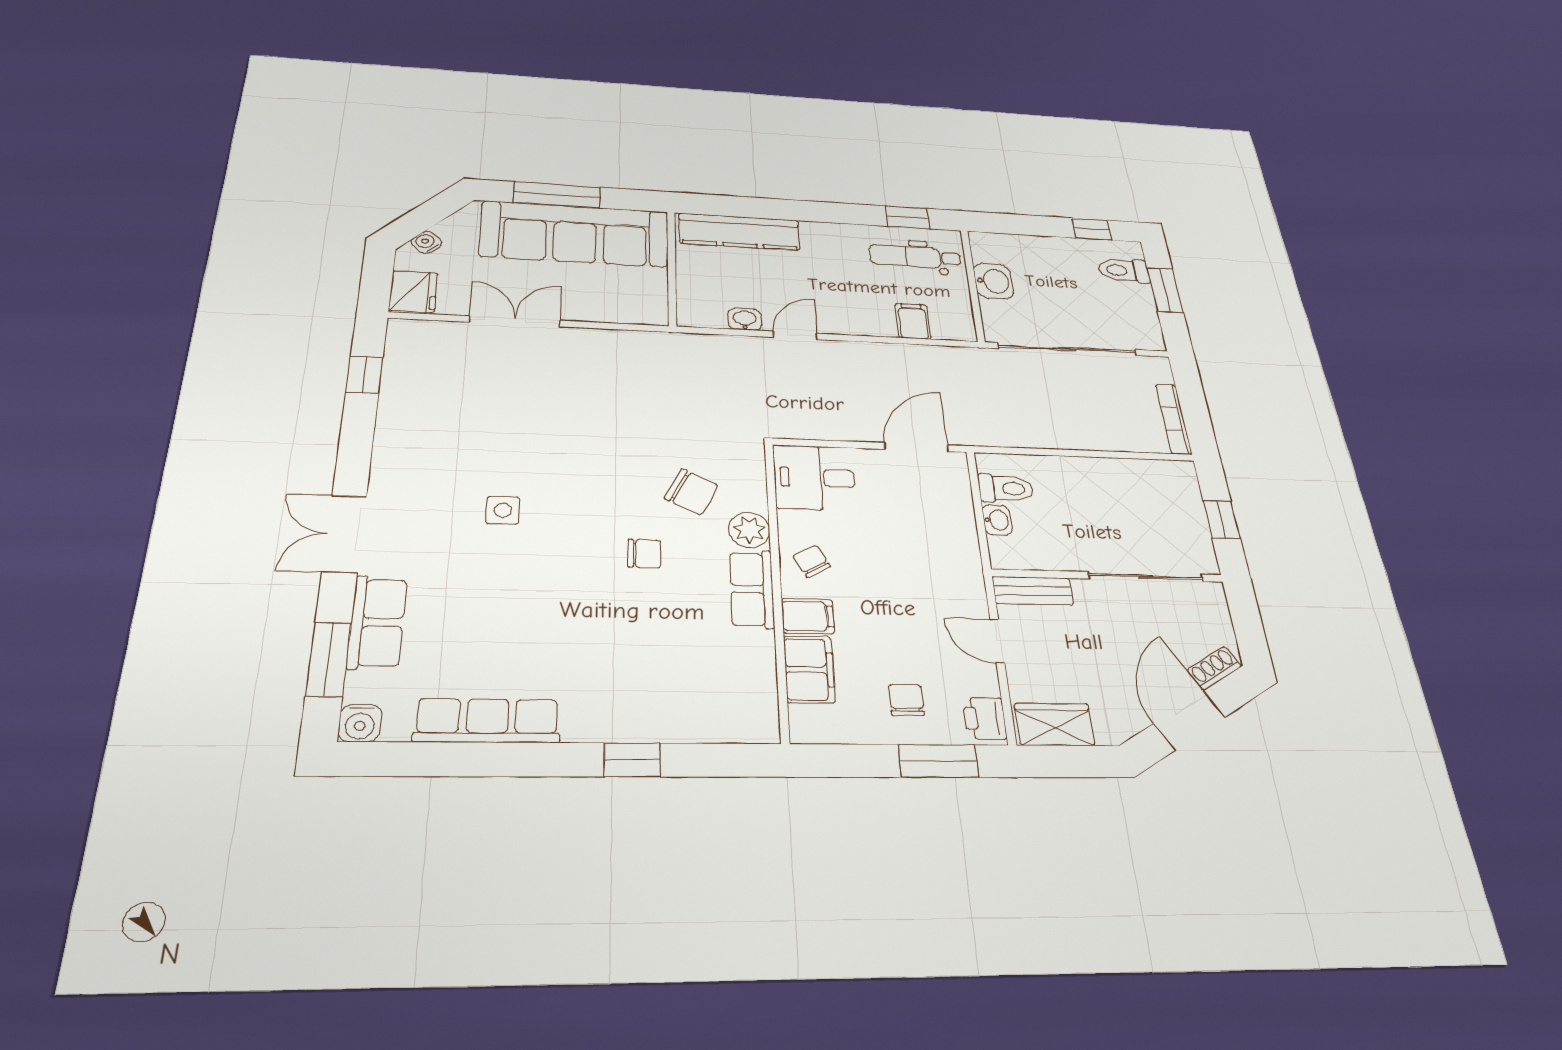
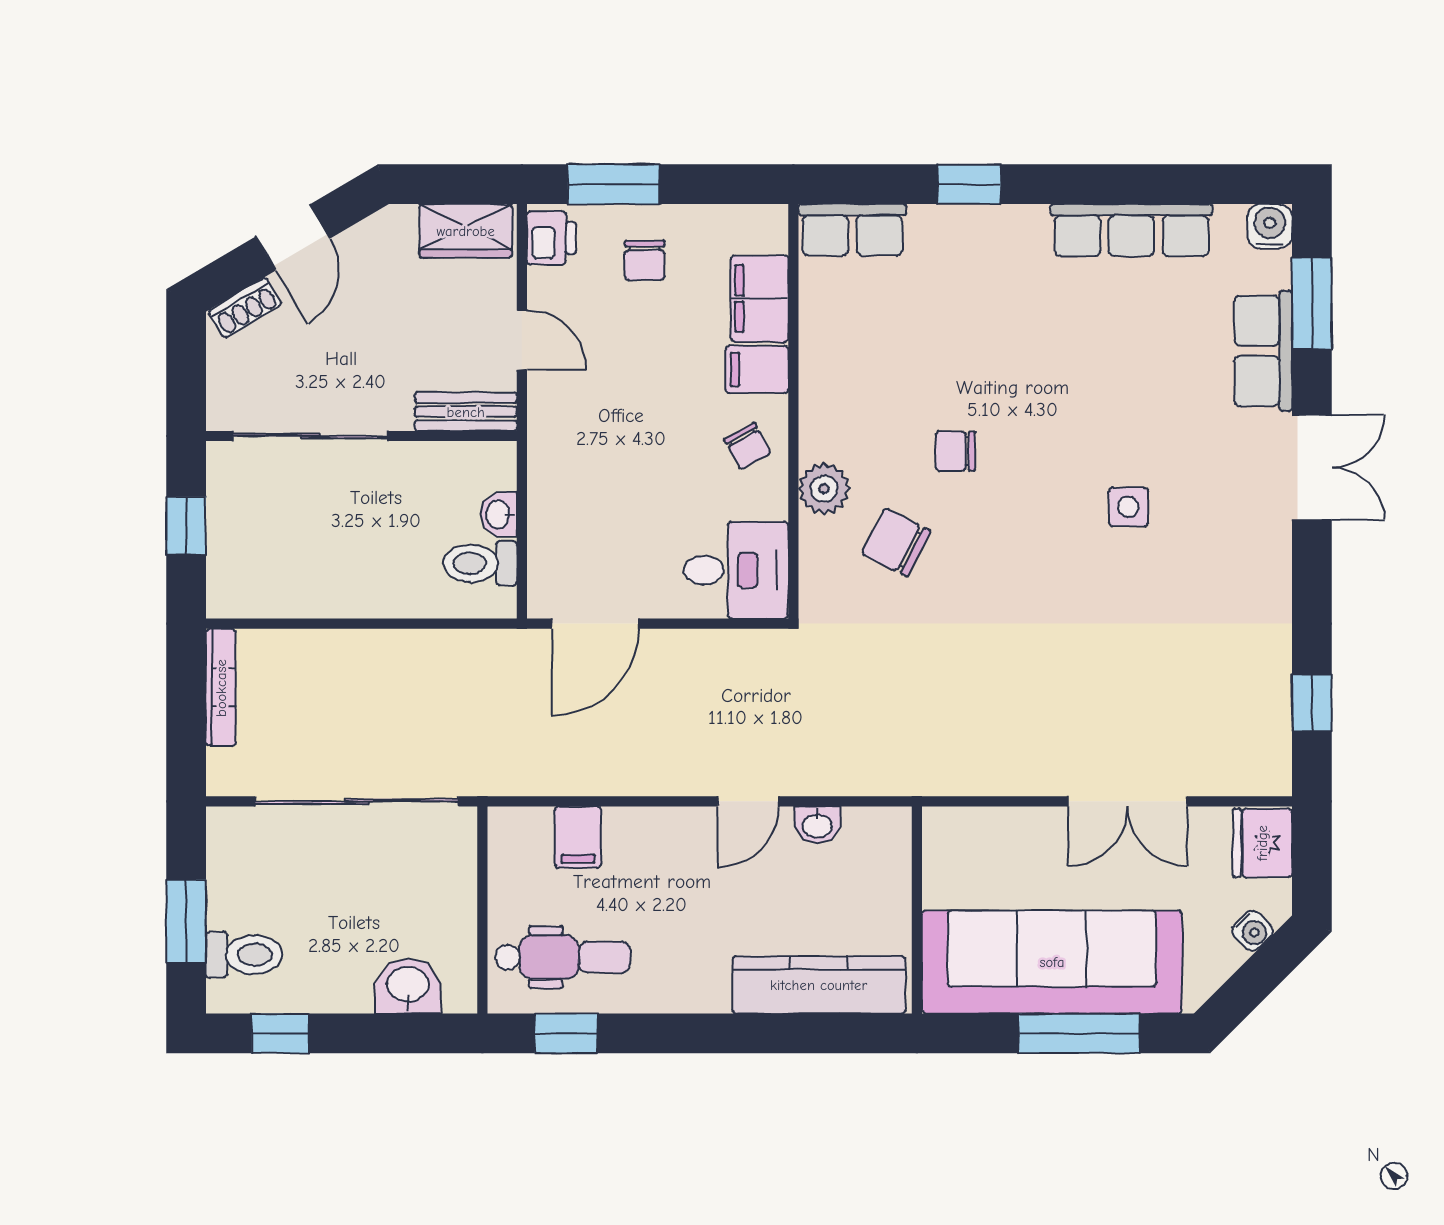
washbasin: (993, 281) -> (408, 986), moved, turned 90
row of seats: (752, 589) -> (852, 230), moved, turned 90
door: (1189, 720) -> (293, 237), width x0.73

